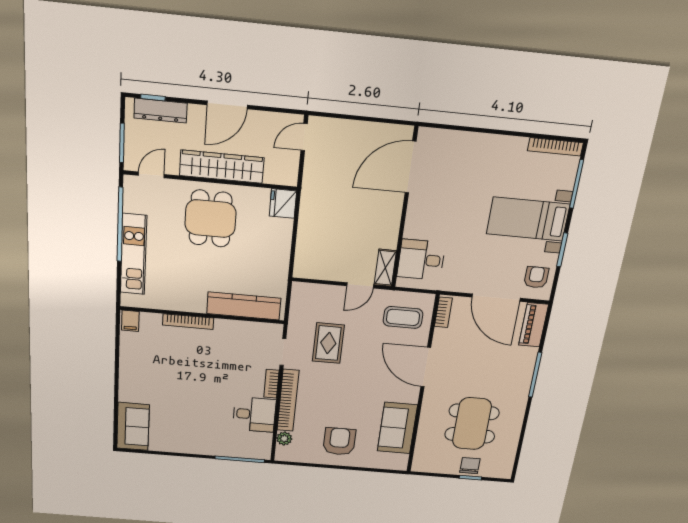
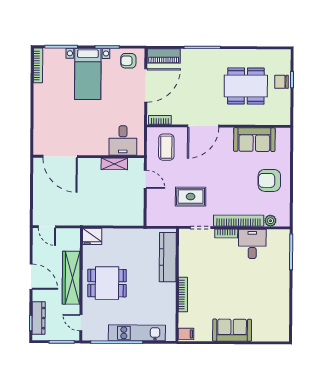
shelving: (385, 268) -> (114, 164), moved
sofa: (133, 426) -> (232, 330), moved

